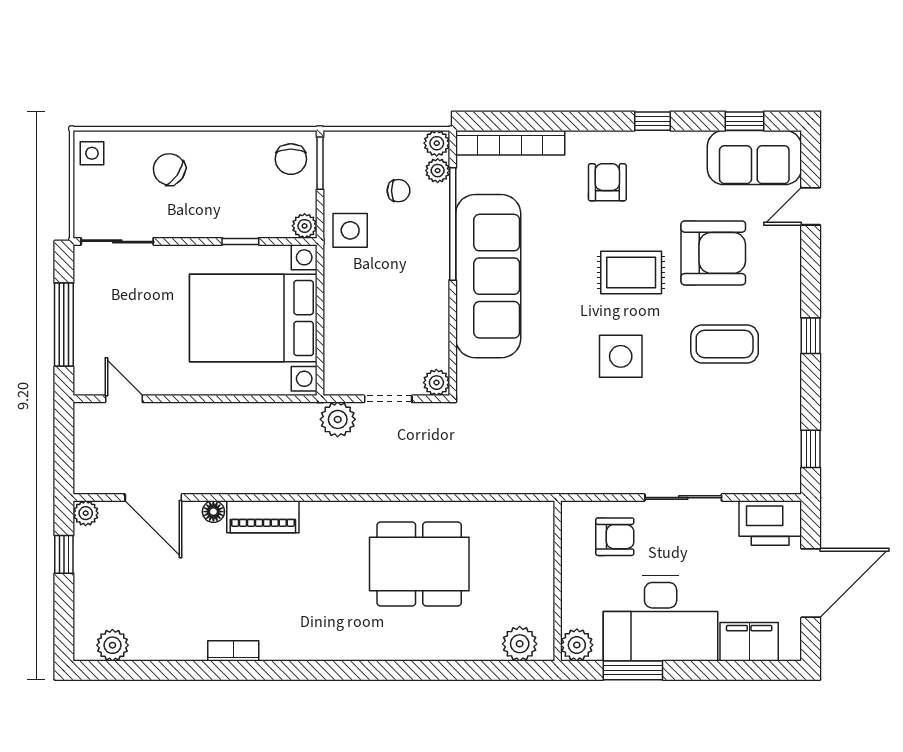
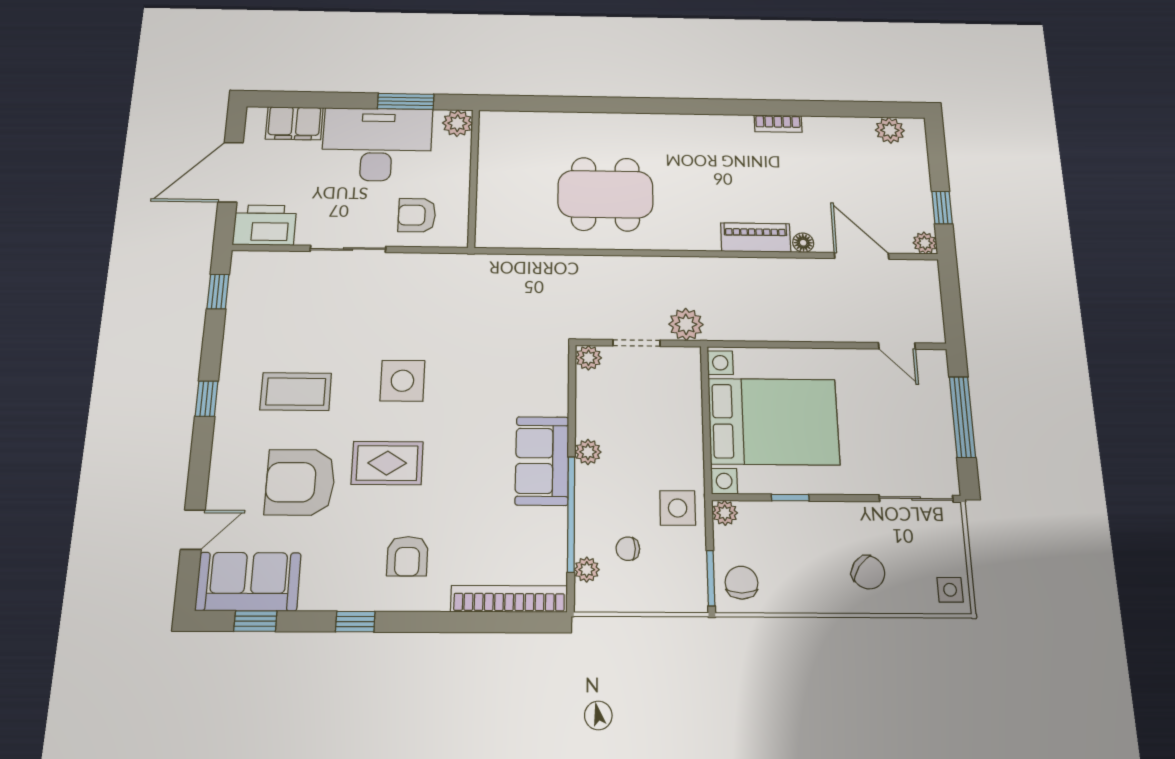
plant: (437, 143) -> (588, 452), moved
sofa: (488, 276) -> (542, 461), width x0.54, depth x0.79
plant: (520, 644) -> (511, 125), removed

